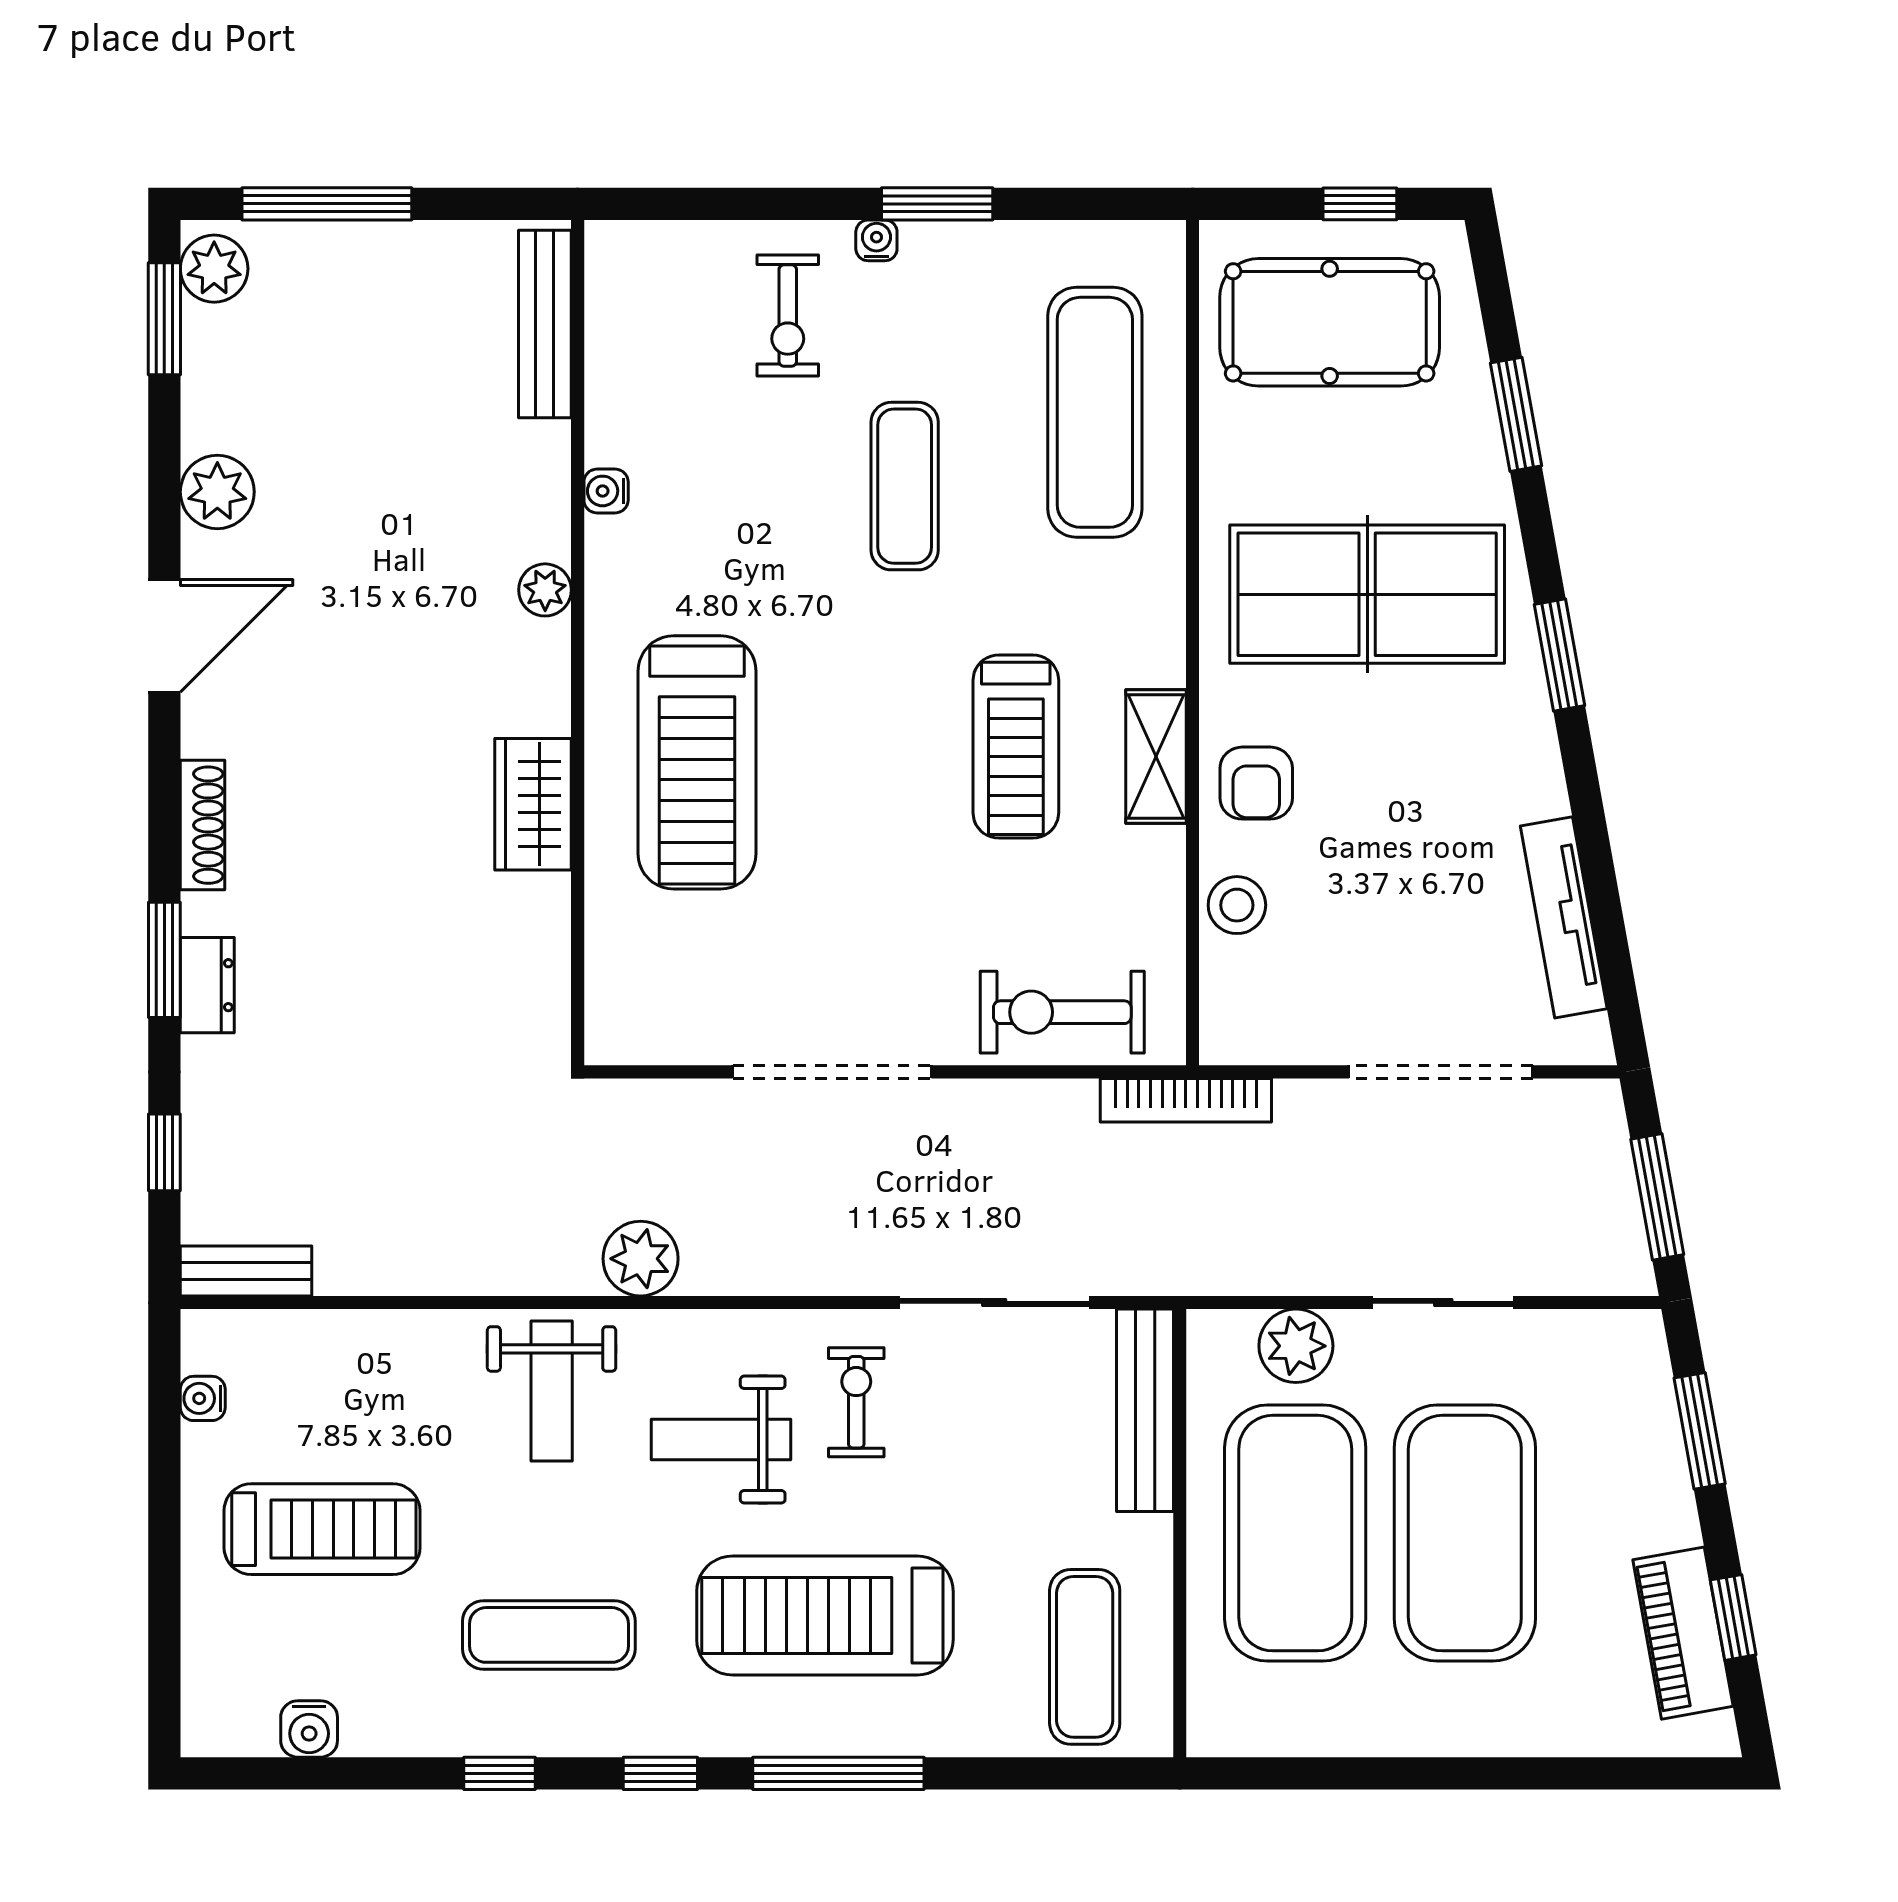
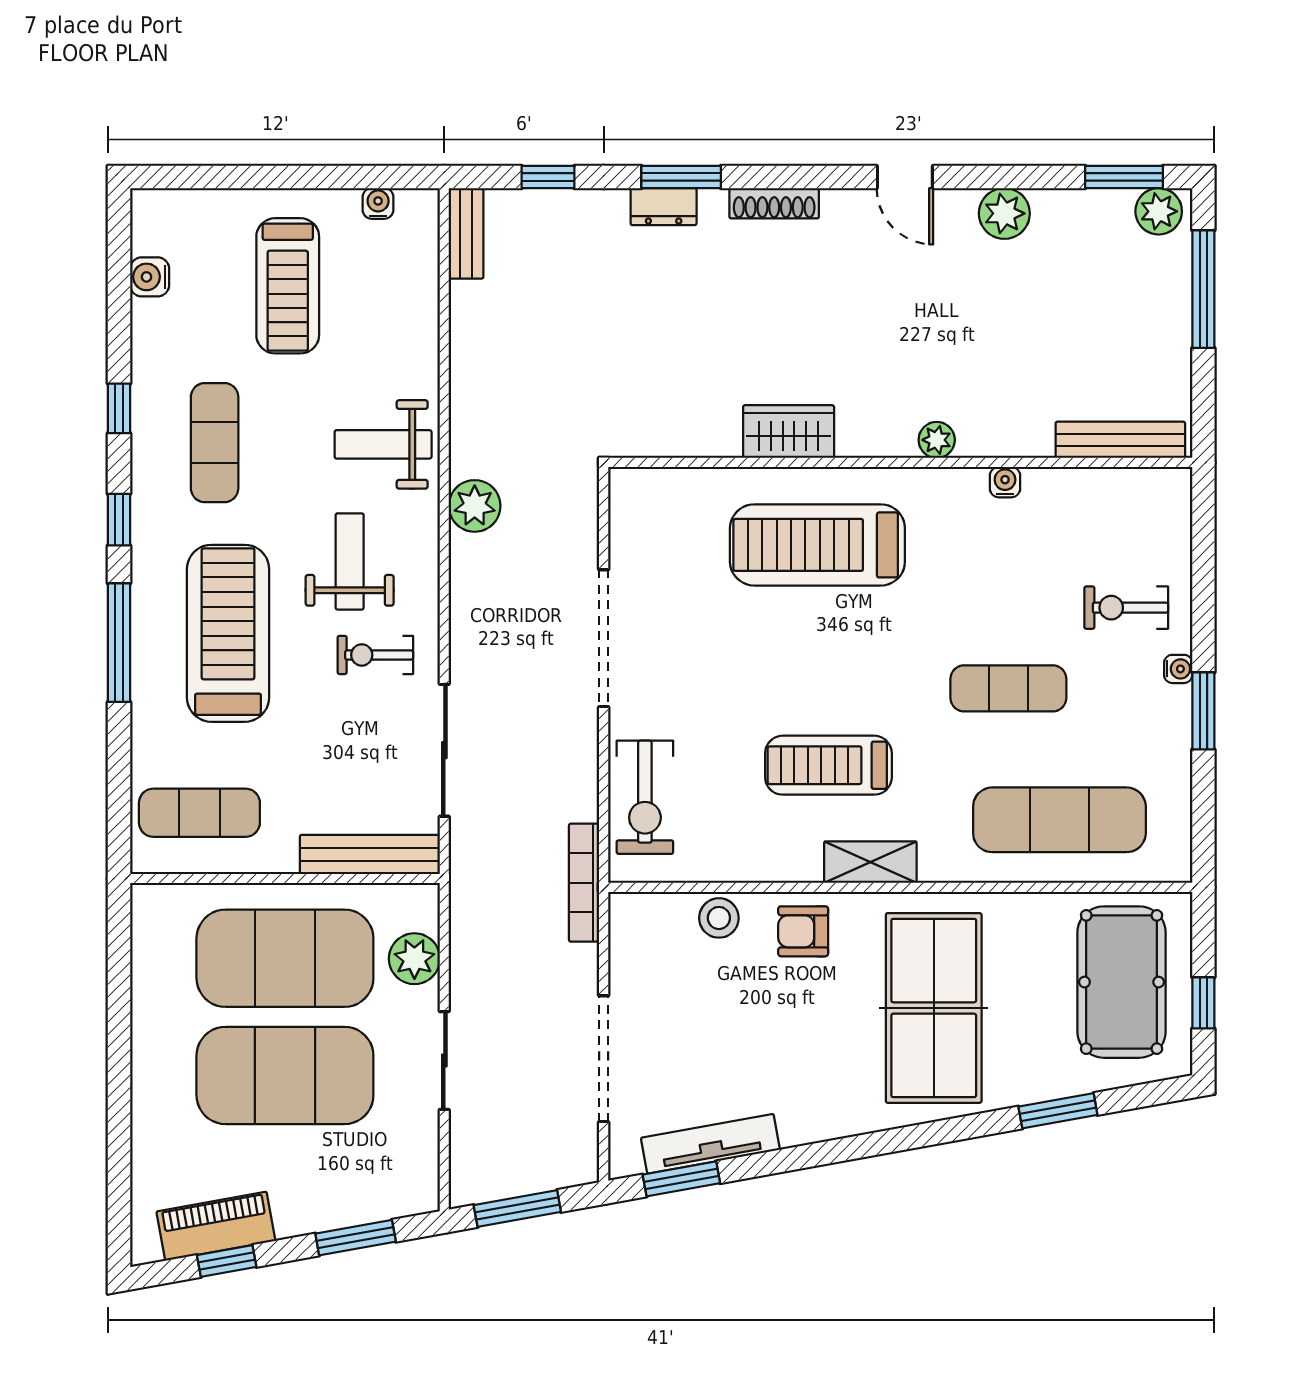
door: (164, 636) -> (905, 177), width x0.73
window: (1559, 655) -> (681, 1179), moved
shelving: (1156, 756) -> (870, 862), moved
exercise bike: (1062, 1012) -> (645, 797), turned 180
exercise bike: (856, 1402) -> (375, 655), turned 180

